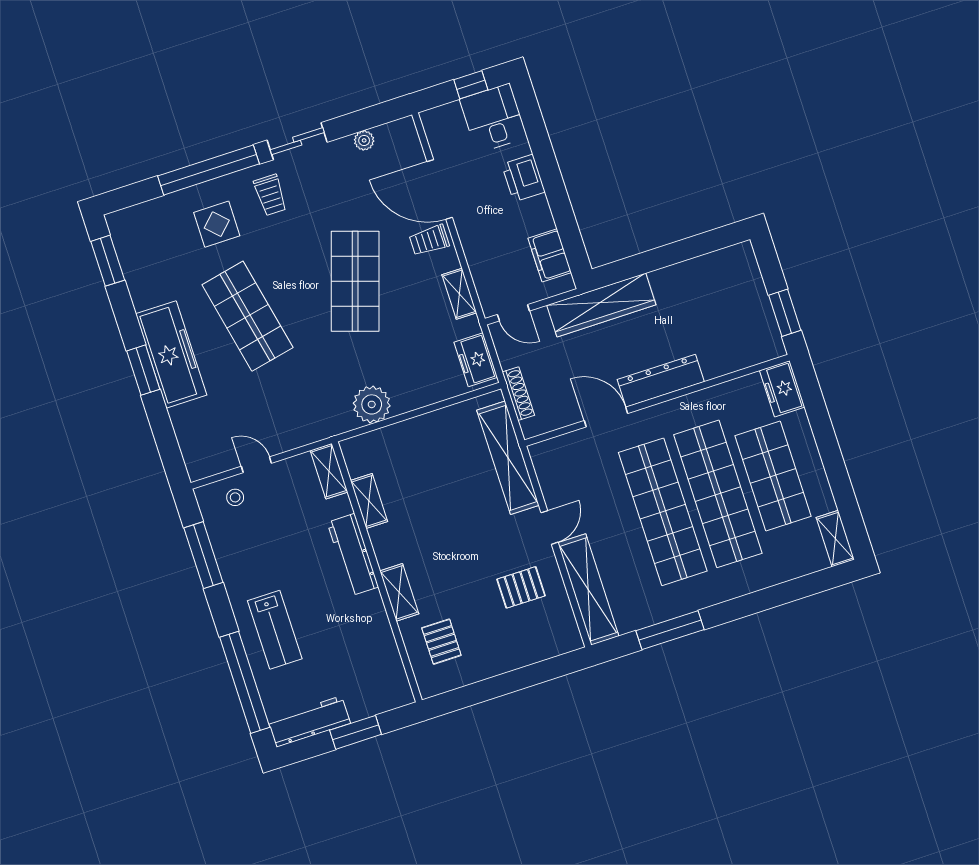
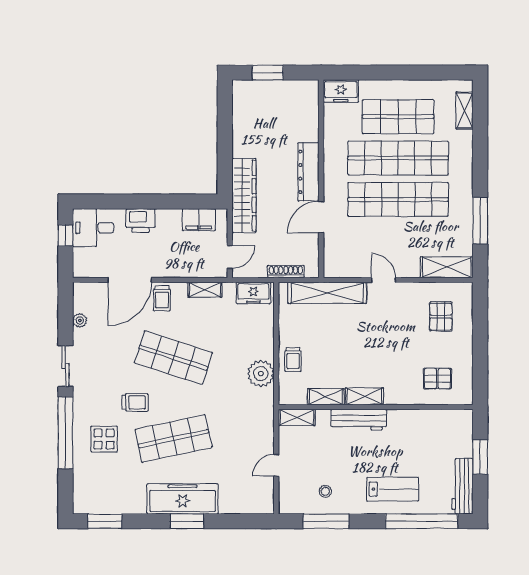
trolley: (270, 195) -> (135, 402), moved
window: (785, 313) -> (268, 73), moved
trolley: (404, 441) -> (293, 359), added
stool: (235, 497) -> (325, 491), moved
shelving: (835, 539) -> (465, 110), moved, turned 90
pallet: (521, 587) -> (441, 316), moved
shelving: (588, 589) -> (447, 267), width x0.68
shelving: (399, 592) -> (364, 396), moved

